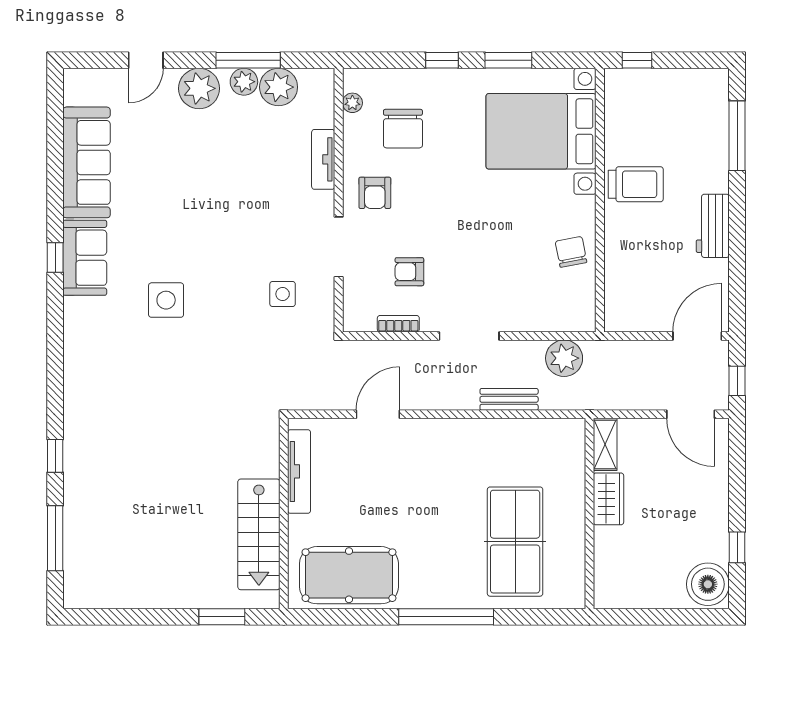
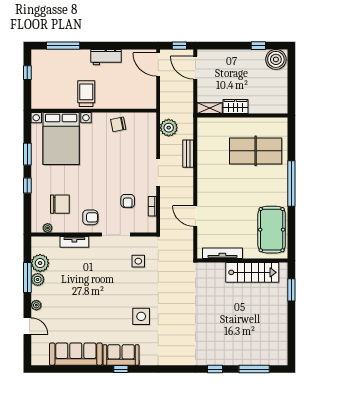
window: (637, 60) -> (27, 73), moved
plant: (199, 88) -> (36, 305), width x0.53, depth x0.53
door: (691, 414) -> (195, 68), swing flipped

